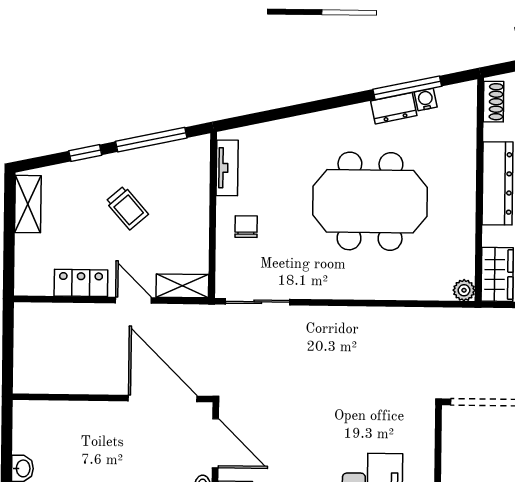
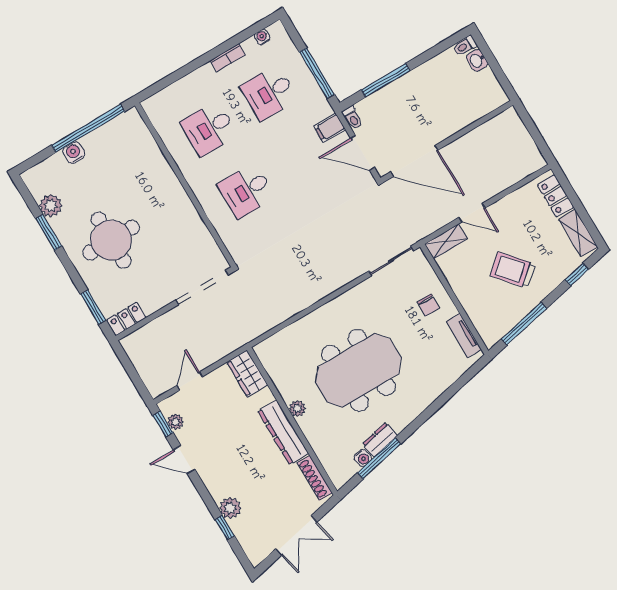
shoe rack: (493, 102) -> (315, 478), width x1.43
window: (85, 153) -> (577, 274), moved
trolley: (127, 208) -> (513, 270), width x1.36, depth x1.39
locker: (81, 283) -> (555, 196), moved, turned 90
plant: (464, 290) -> (297, 408), moved

